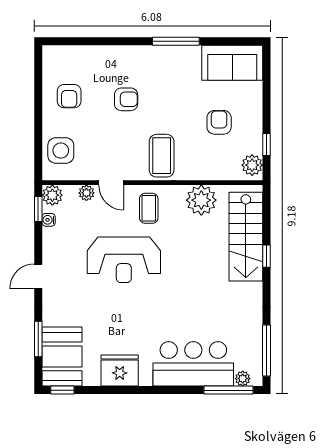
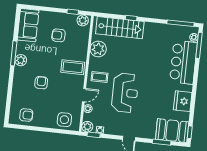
plant: (164, 56) -> (21, 60), added
armchair: (69, 96) -> (26, 115), moved

